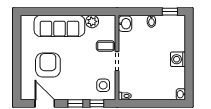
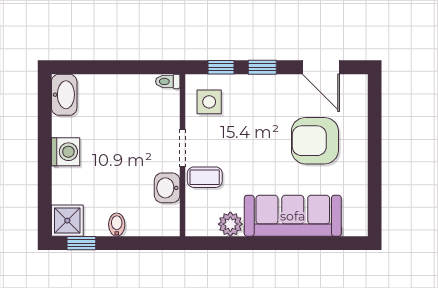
shower: (177, 23) -> (67, 221), added
washbasin: (125, 24) -> (167, 188), moved
armchair: (48, 65) -> (315, 141), turned 90
washbasin: (181, 94) -> (64, 95), width x1.91, depth x1.45

